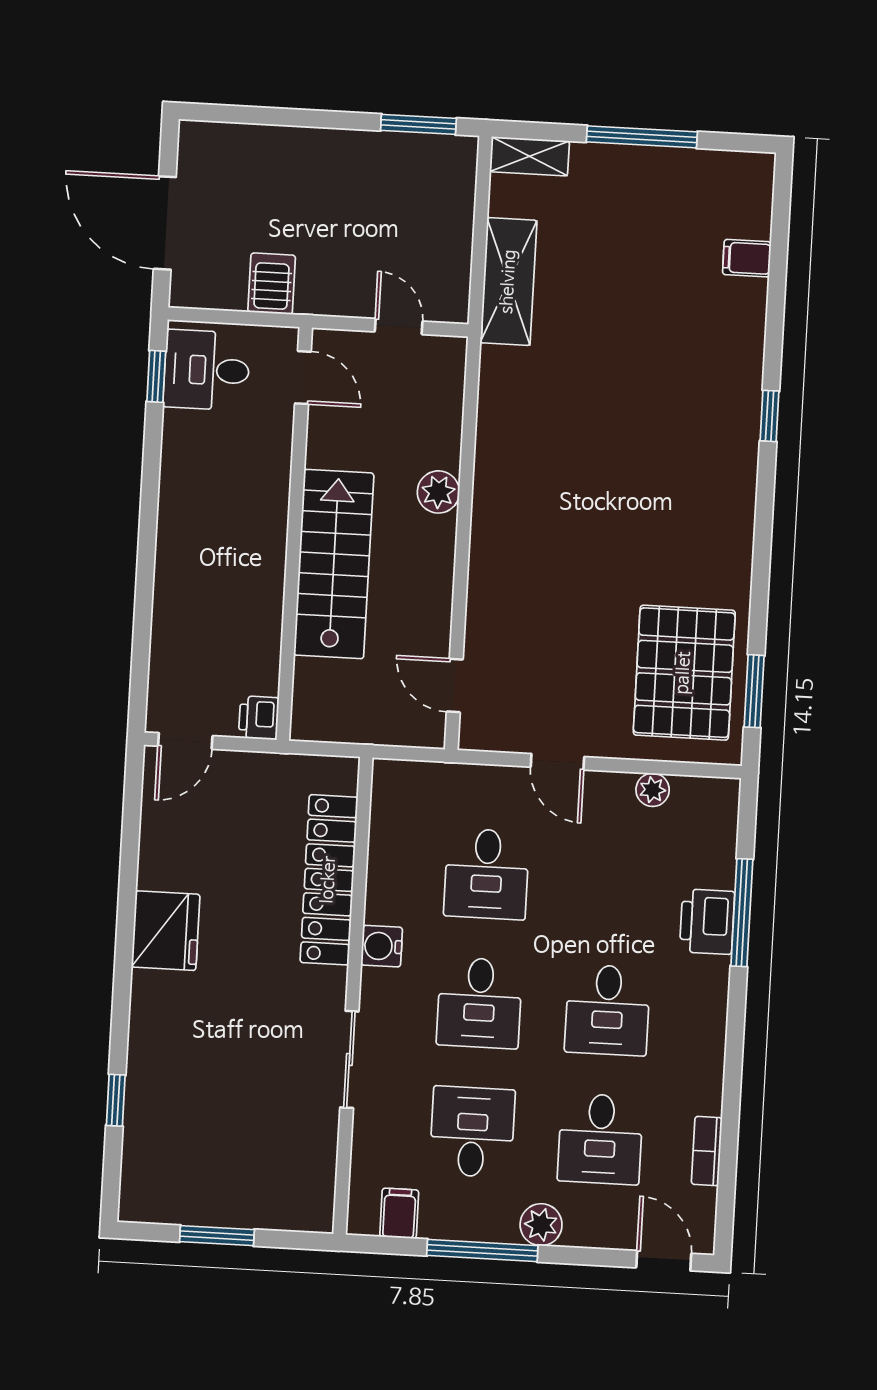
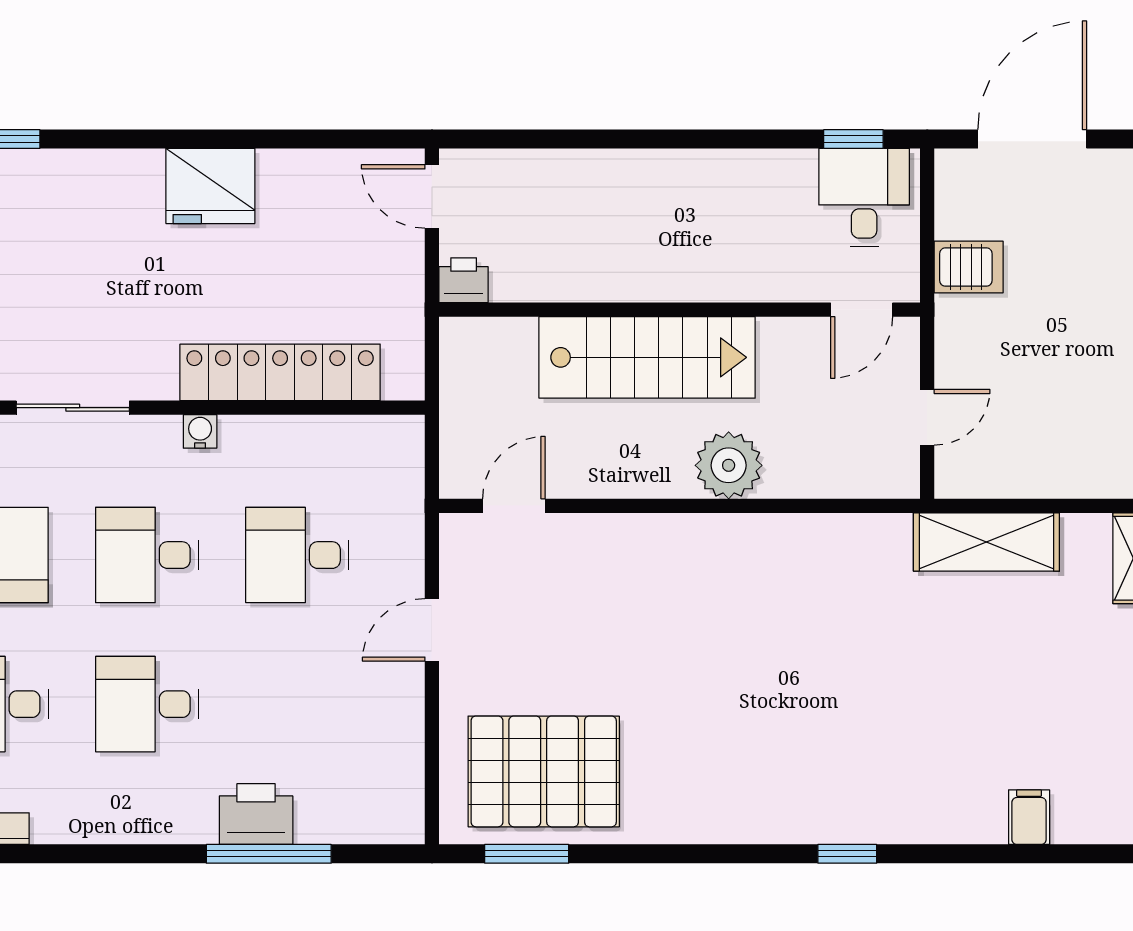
plant: (438, 492) -> (729, 465), width x1.36, depth x1.36
plant: (653, 790) -> (406, 742), removed
water cooler: (382, 946) -> (200, 431), width x0.72, depth x0.72

